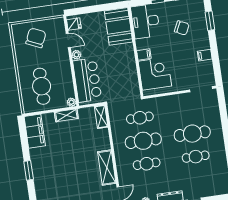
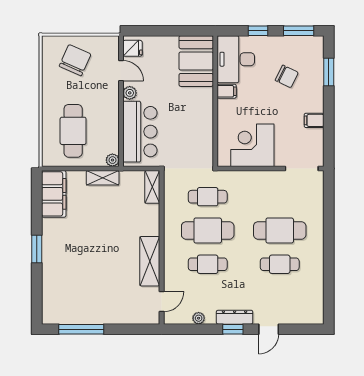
filing cabinet: (144, 55) -> (227, 91), moved
corner desk: (155, 74) -> (252, 145), moved, turned -90

